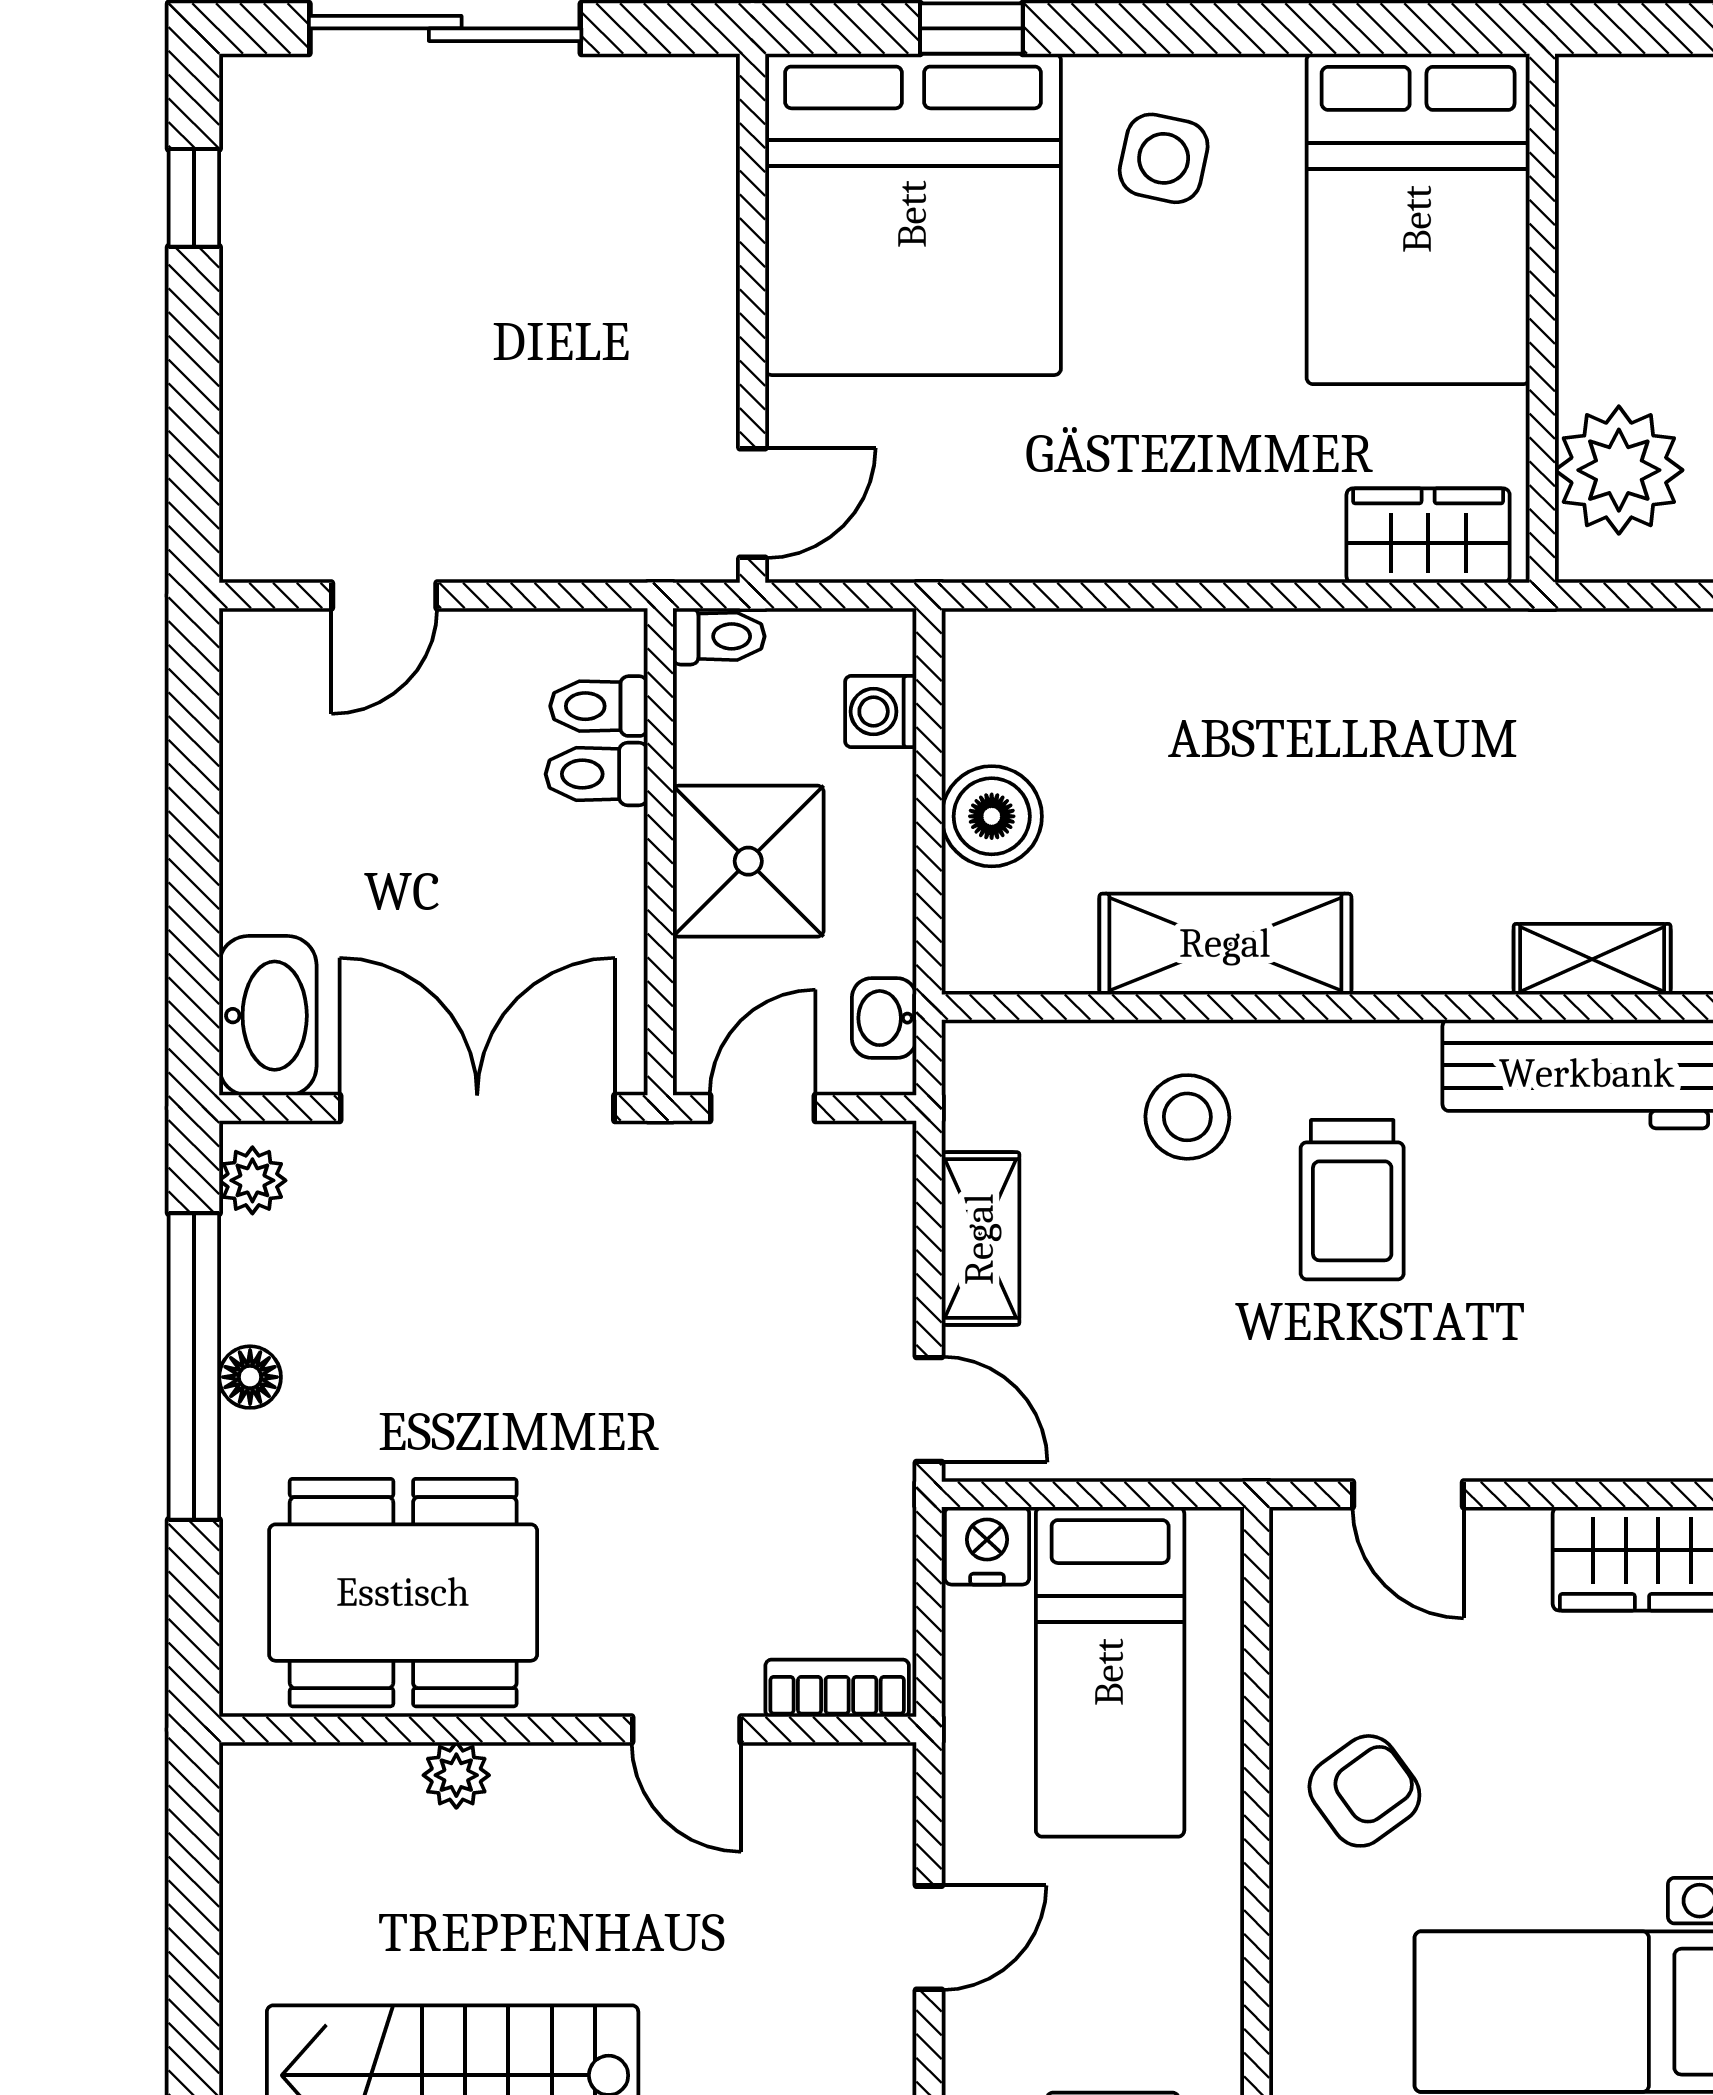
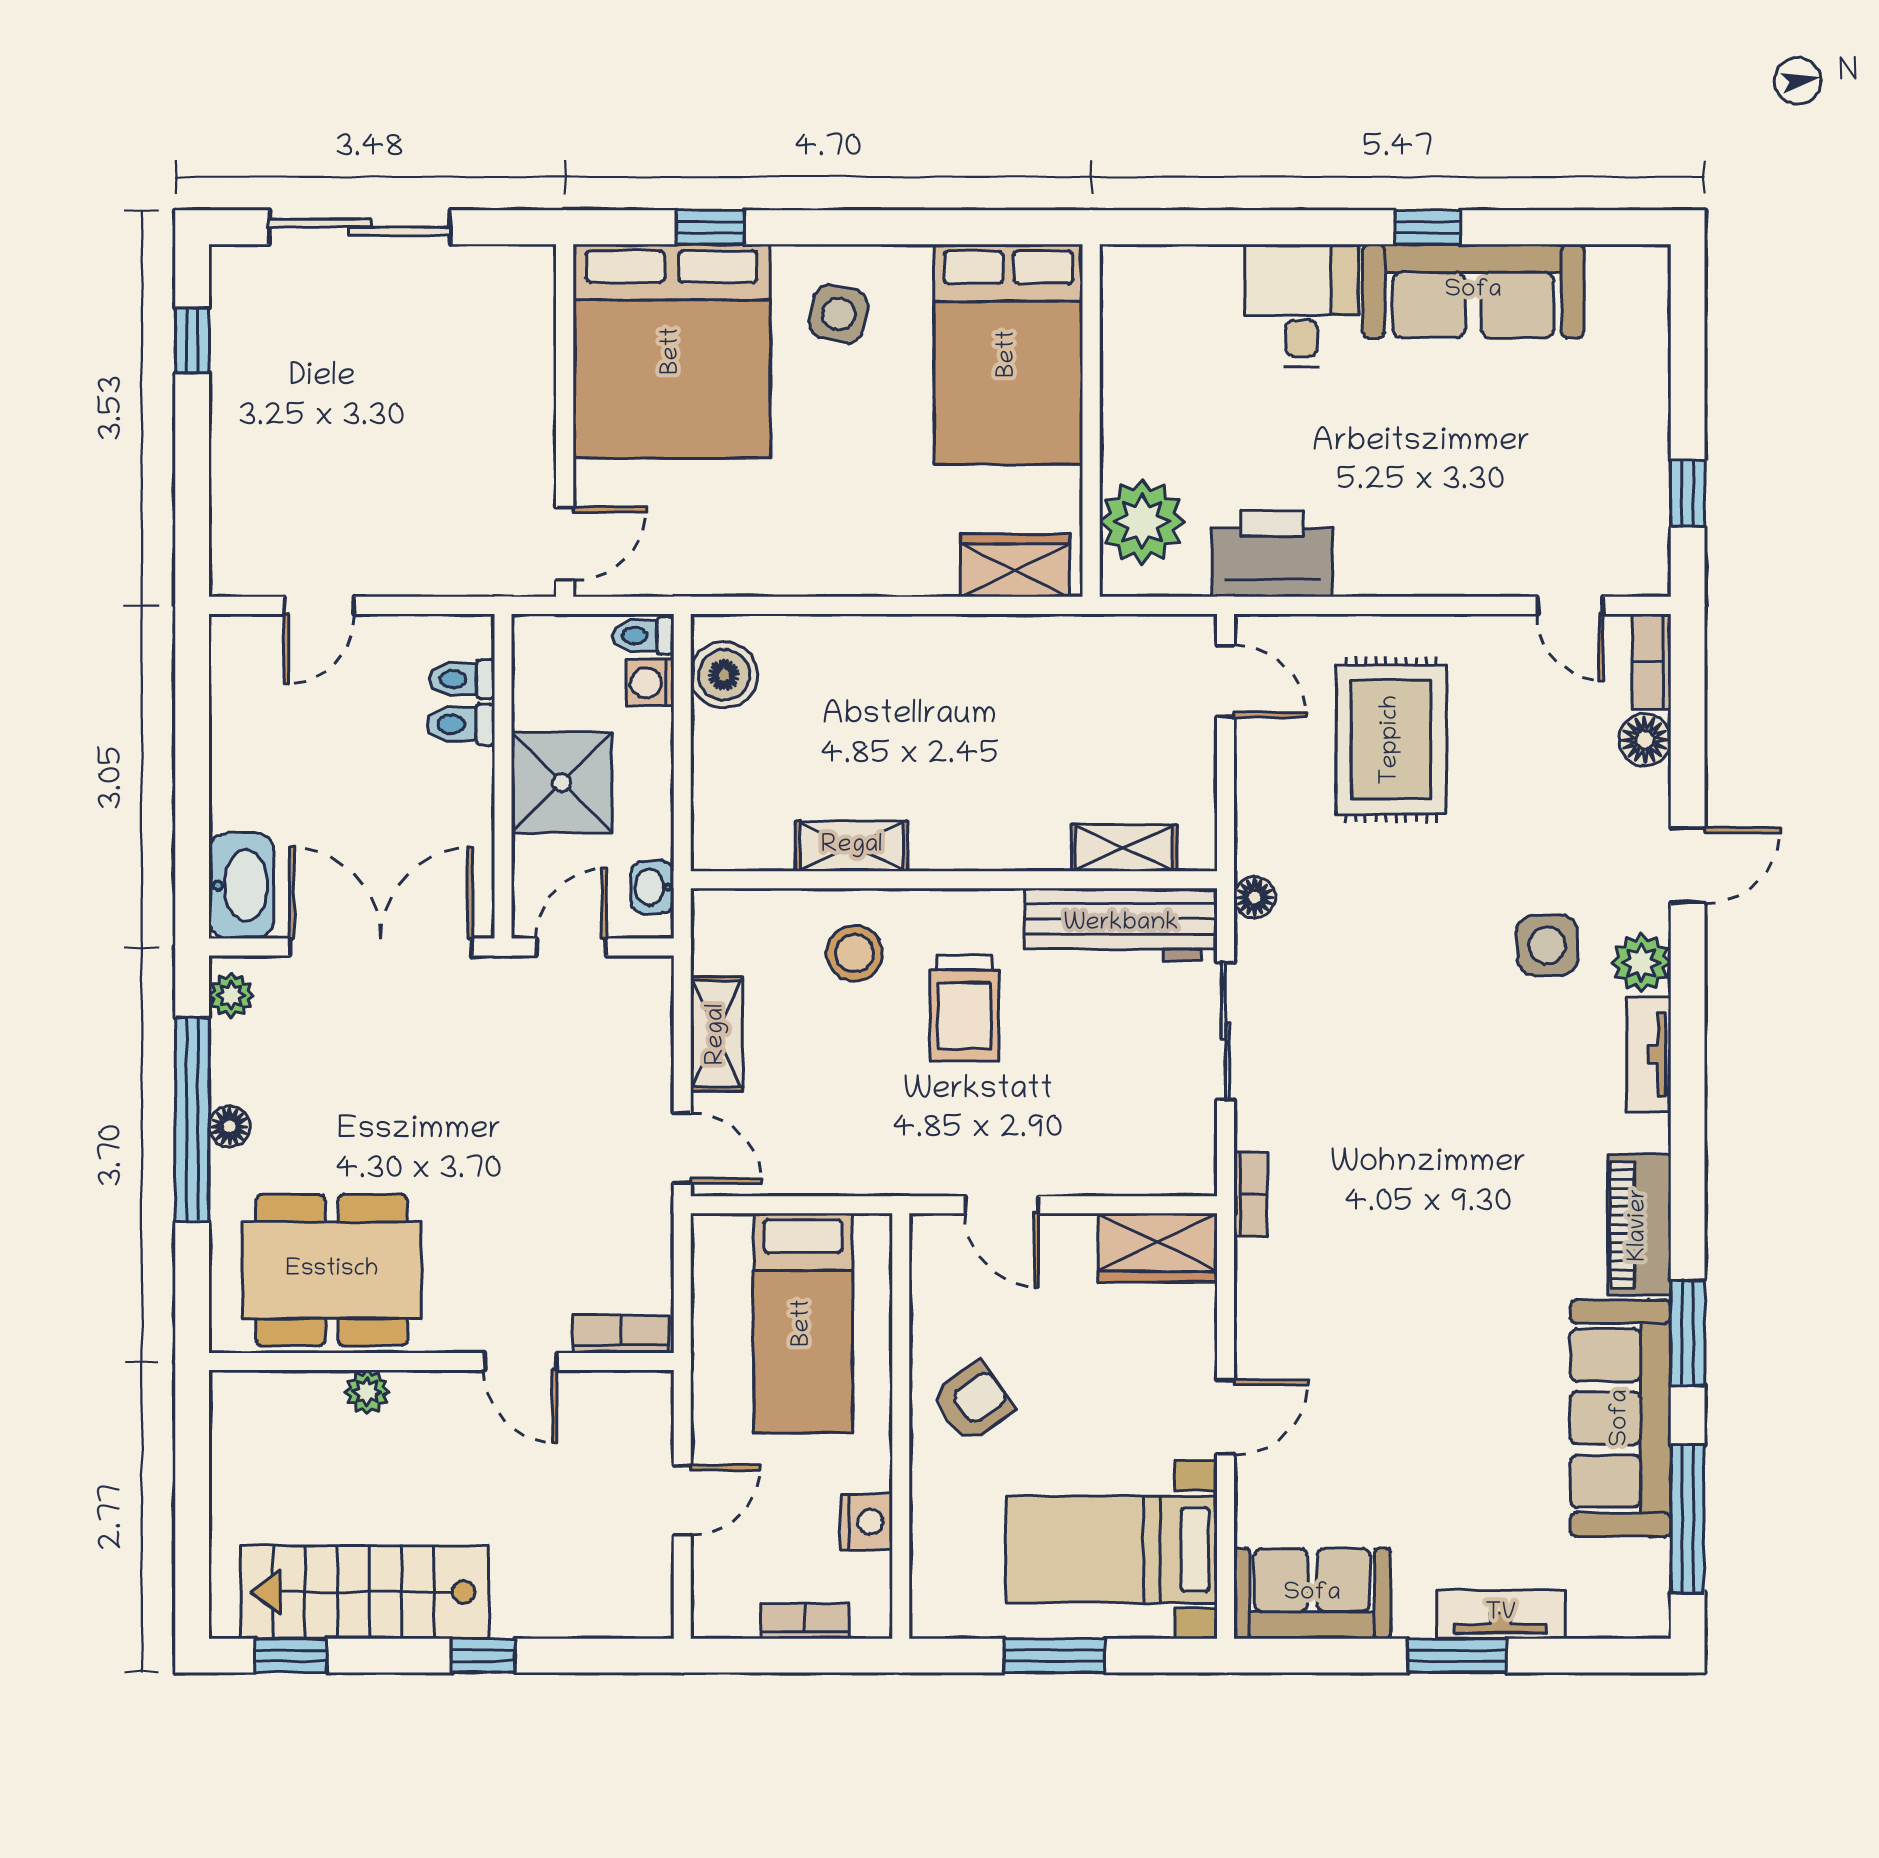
toilet: (719, 636) -> (643, 636), moved, turned 180
boiler: (992, 816) -> (724, 675), moved
shelving: (1225, 944) -> (852, 846), width x0.67, depth x0.75
nightstand: (987, 1546) -> (866, 1522), moved, turned 90

